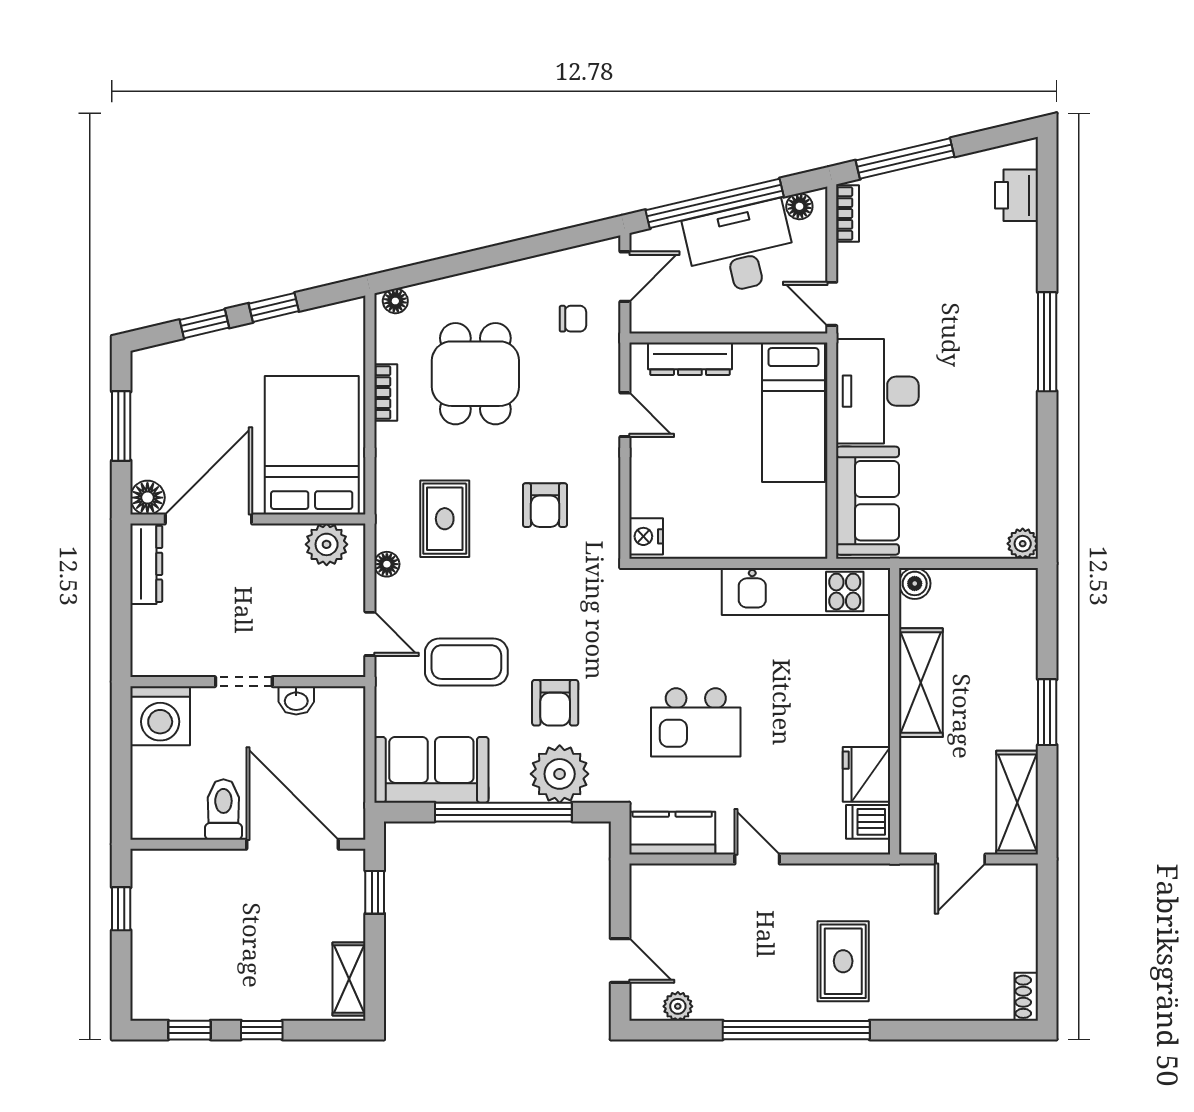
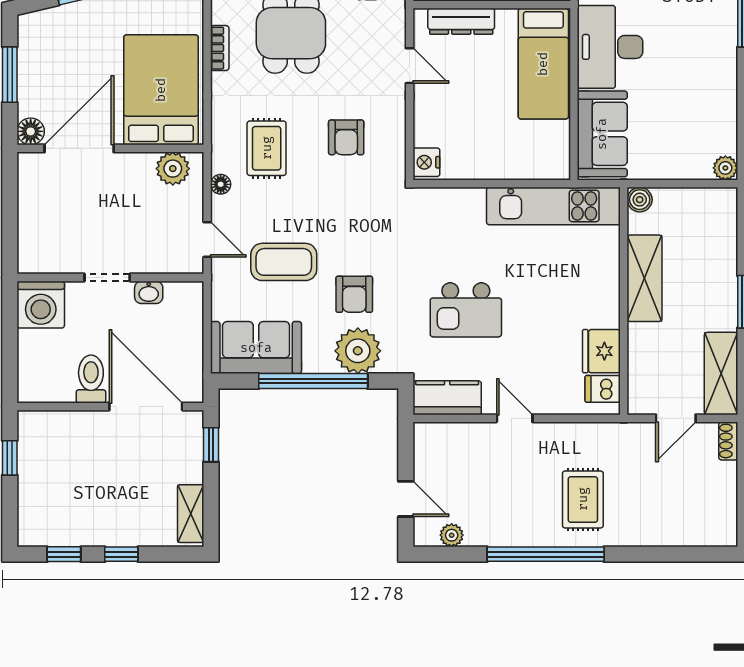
dresser: (146, 564) -> (30, 184), removed
shoe rack: (1026, 997) -> (728, 441), moved

